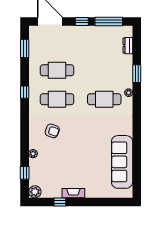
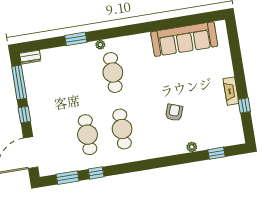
dresser: (128, 46) -> (30, 57), moved
window: (25, 92) -> (96, 173), moved
armchair: (52, 131) -> (174, 113), moved
plant: (35, 192) -> (237, 137), removed

